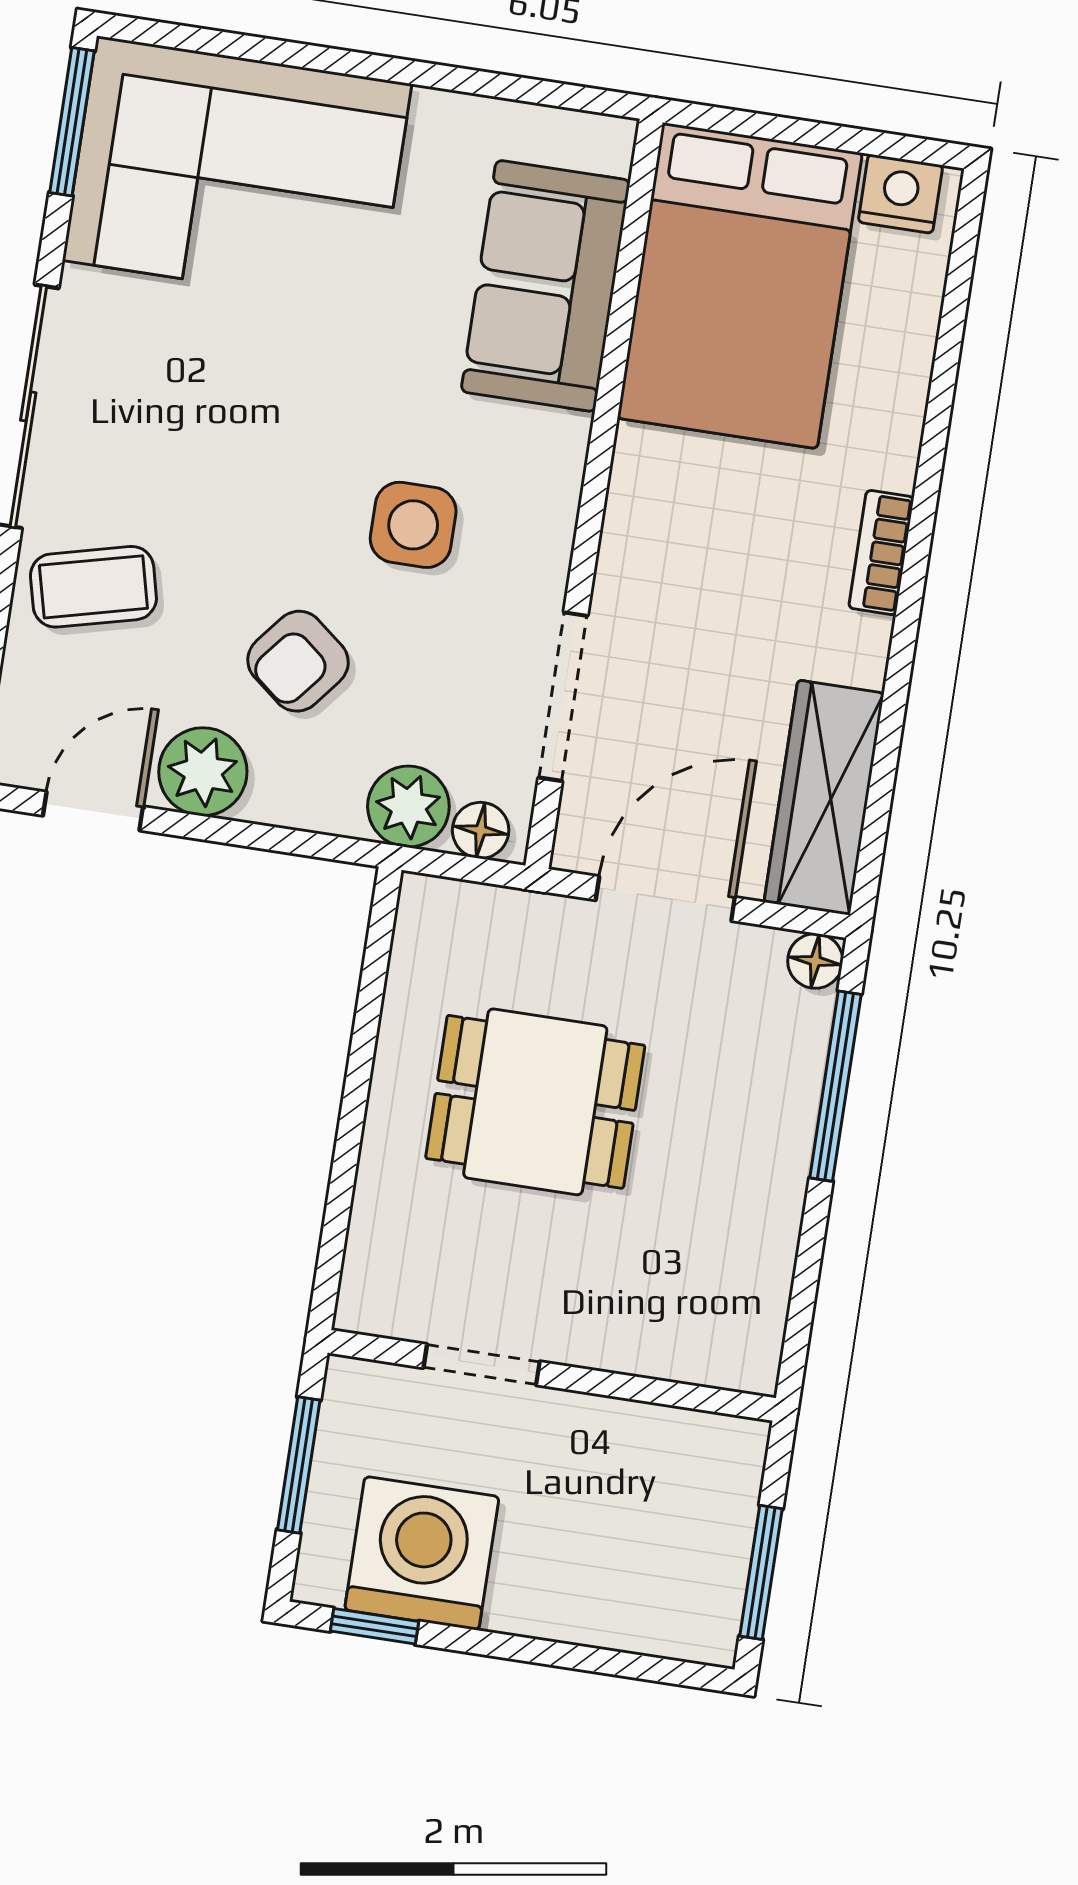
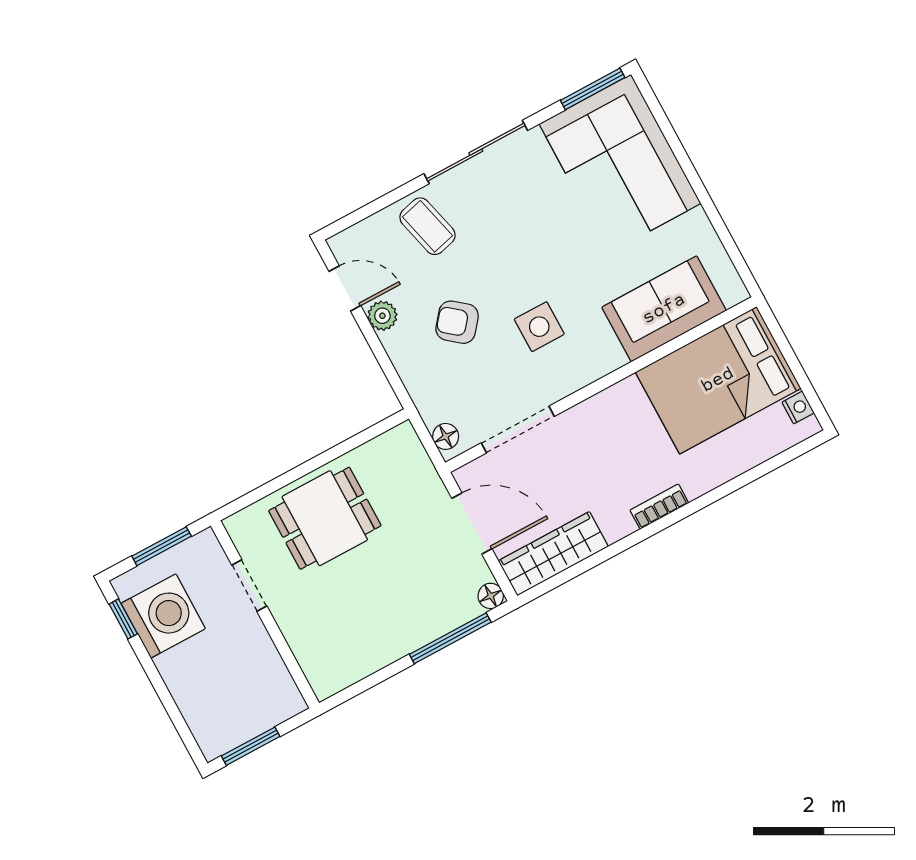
nightstand: (900, 194) -> (798, 408), width x0.72, depth x0.74
plant: (203, 772) -> (382, 316), width x0.73, depth x0.73
plant: (408, 807) -> (434, 403), removed
dining table: (535, 1102) -> (325, 518), moved, turned 90

